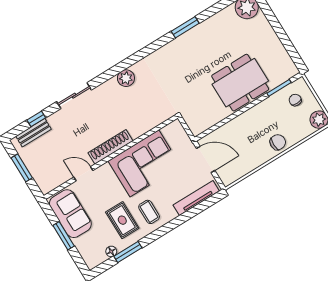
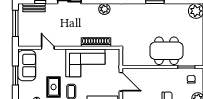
shoe rack: (110, 147) -> (96, 42), moved
window: (22, 168) -> (15, 23), width x1.44

